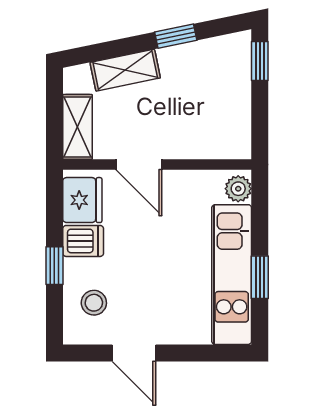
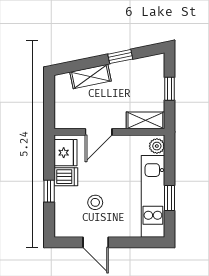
window: (260, 61) -> (169, 89), moved
shelving: (78, 127) -> (145, 120), moved, turned 90
door: (139, 165) -> (99, 132), hinge flipped
stool: (94, 303) -> (95, 202), moved

